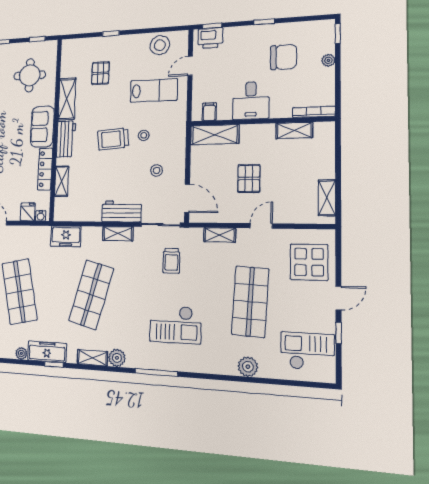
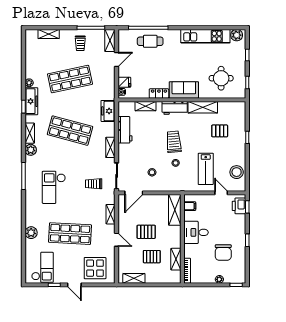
locker: (45, 169) -> (159, 93), width x0.66
pallet: (290, 169) -> (152, 257), added
workbench: (122, 211) -> (125, 130), moved

